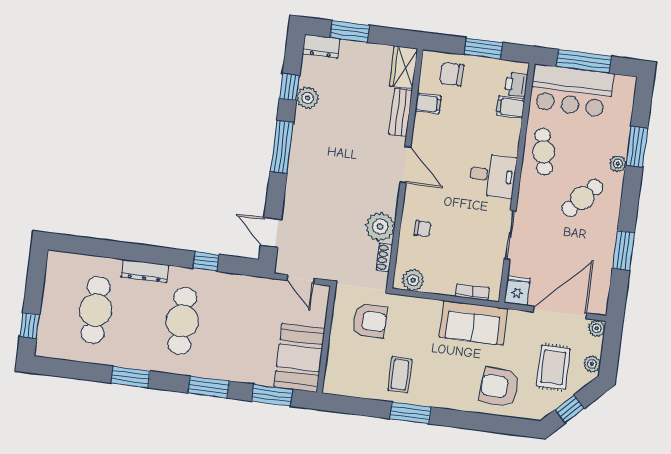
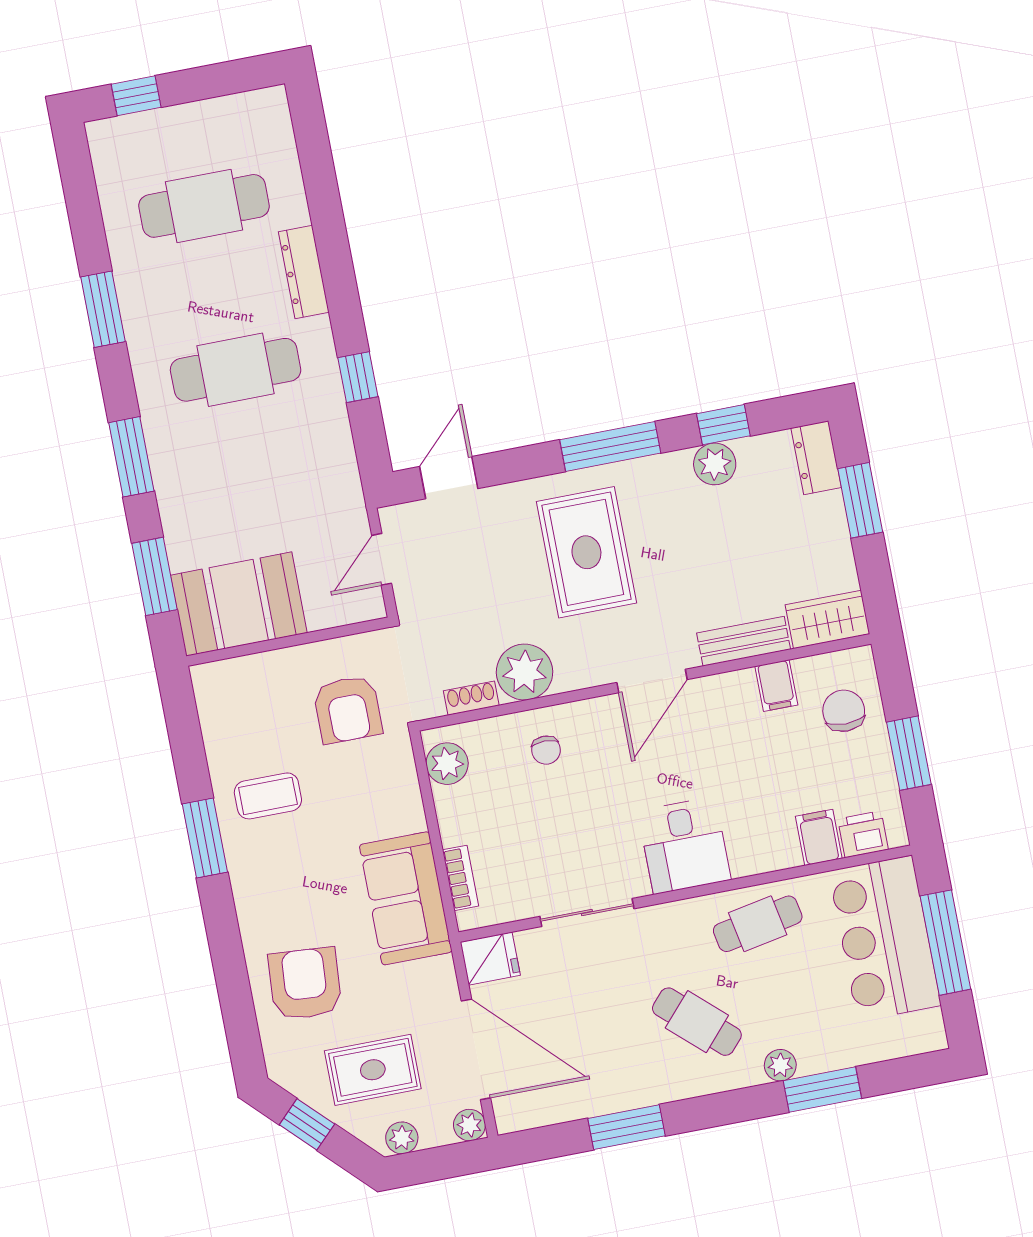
rug: (331, 176) -> (586, 552), added

